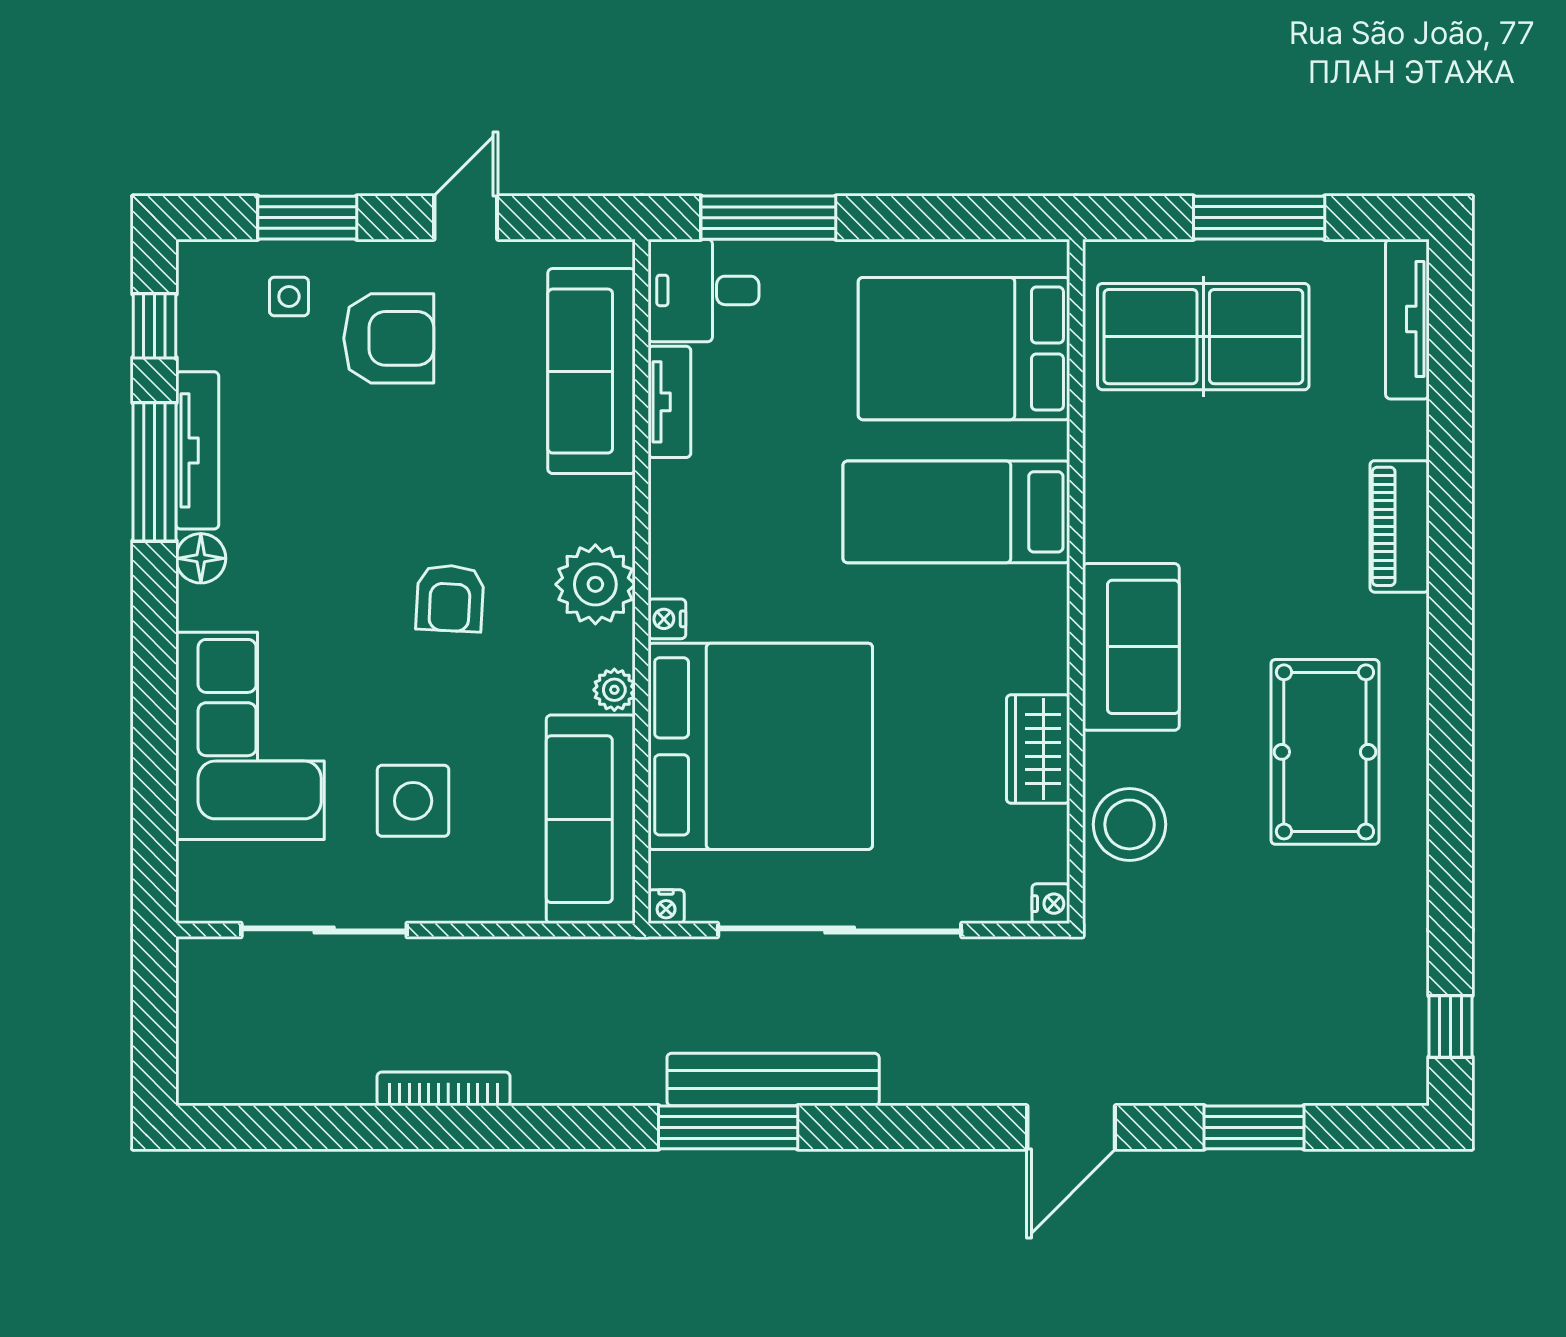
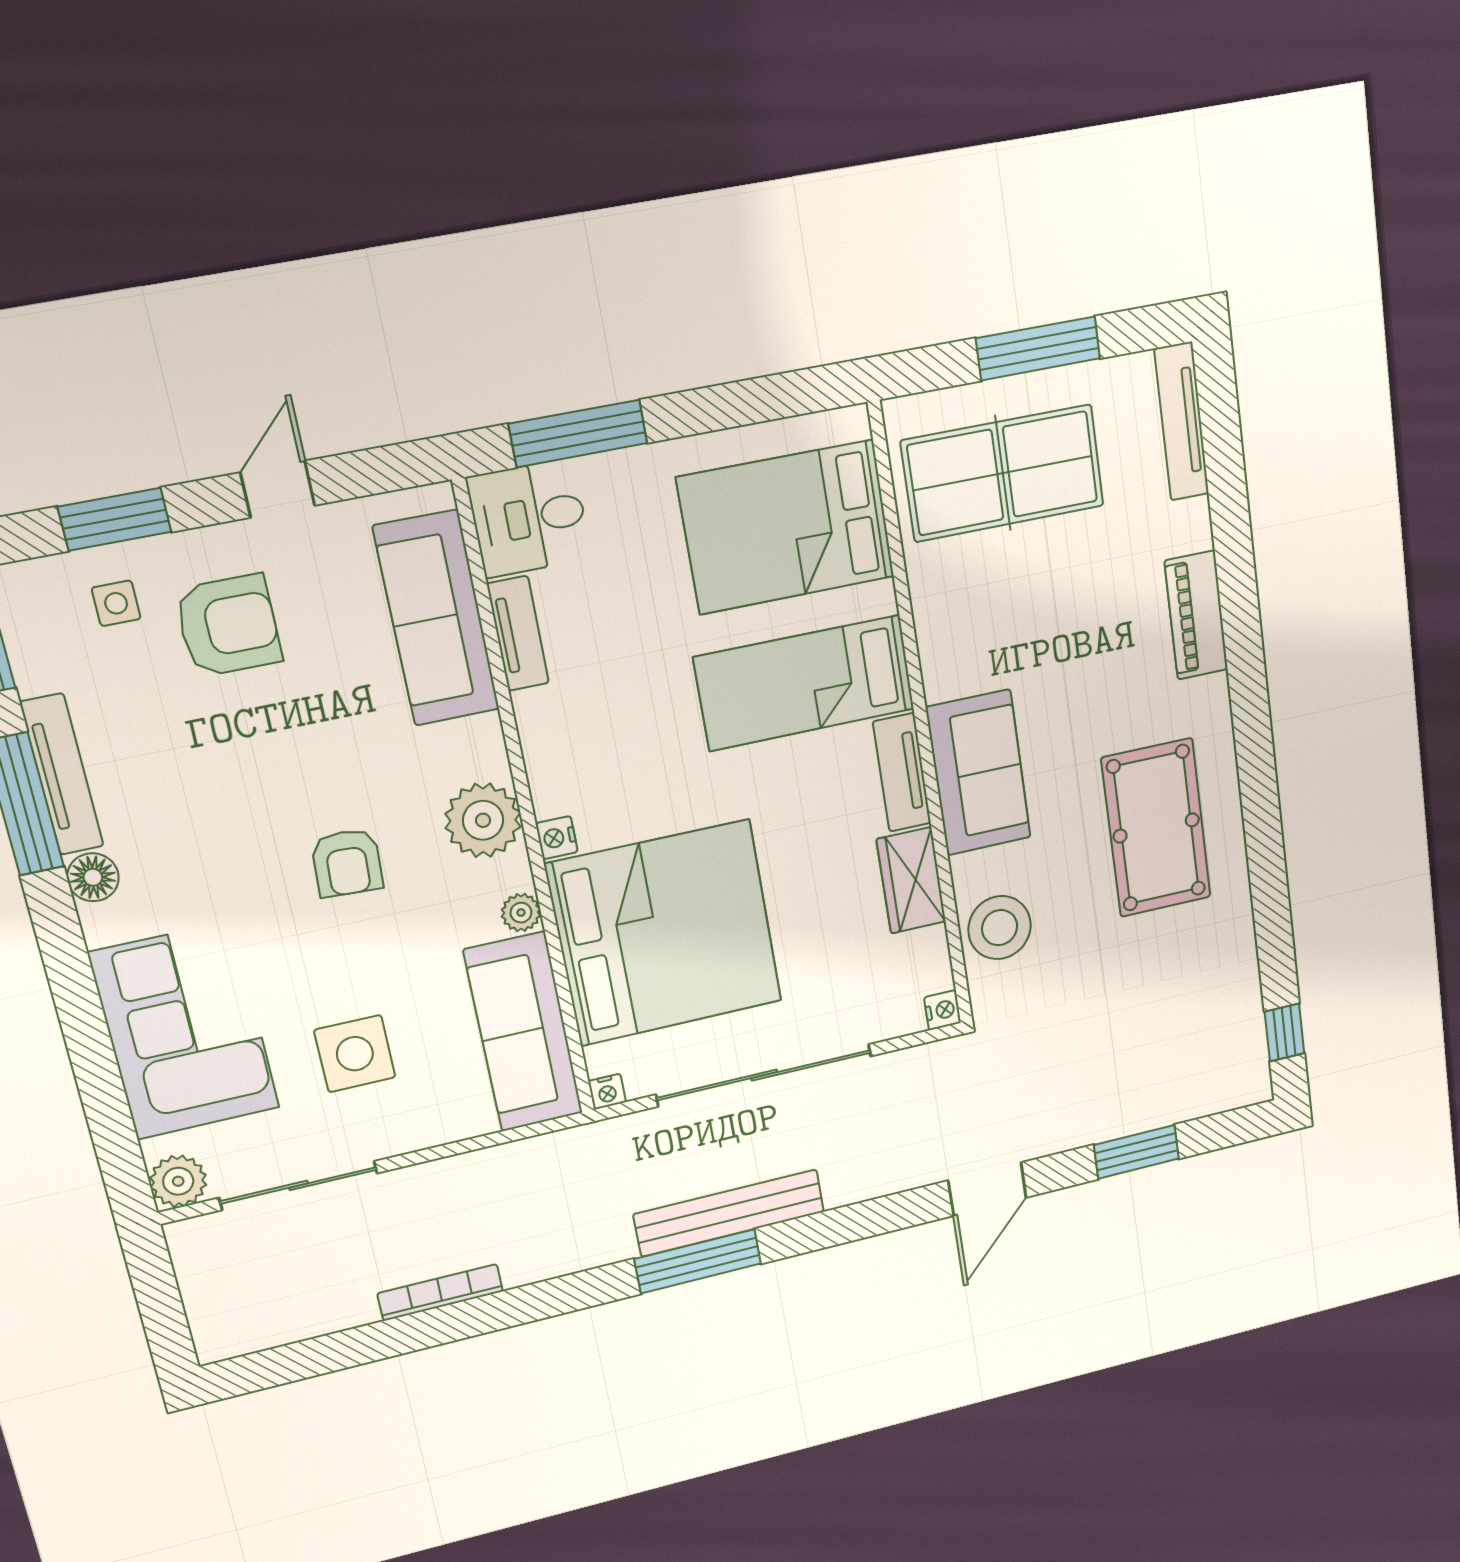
tv unit: (1046, 629) -> (902, 773), added
plant: (205, 894) -> (178, 1181), added

